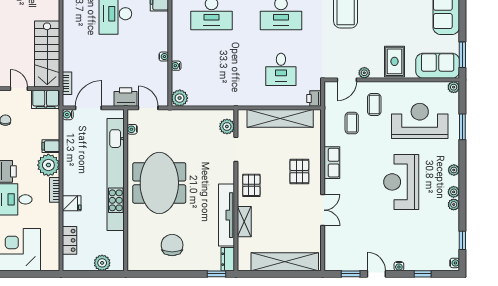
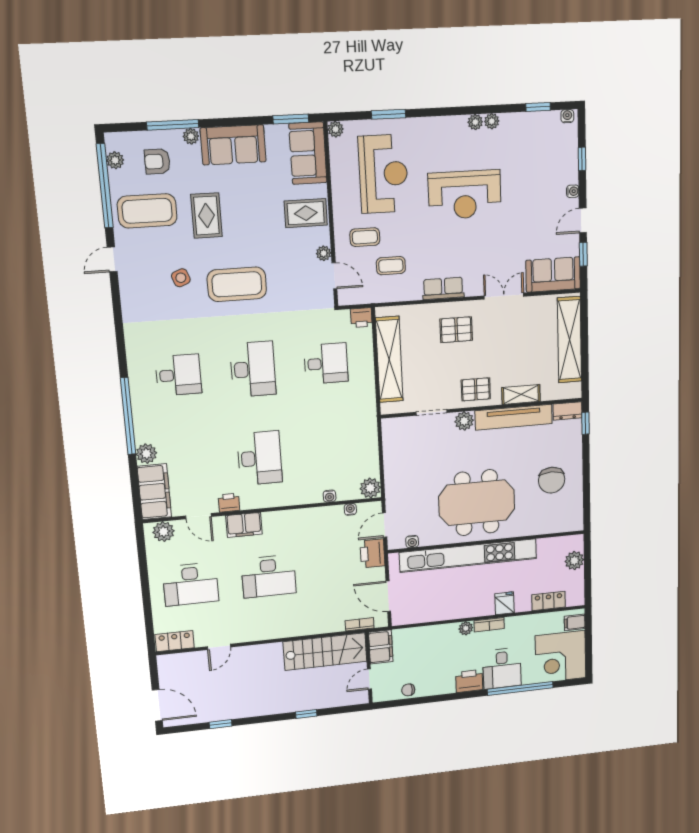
water cooler: (164, 57) -> (350, 509), moved
water cooler: (68, 115) -> (398, 619), removed
reception desk: (420, 121) -> (383, 174), turned 180
plant: (227, 126) -> (464, 421), moved
filing cabinet: (51, 146) -> (575, 622), moved, turned 90
plant: (48, 165) -> (466, 628), width x0.53, depth x0.53
plant: (454, 170) -> (446, 123), removed
chair: (172, 245) -> (552, 480), turned -90
sofa: (337, 250) -> (553, 275), added

